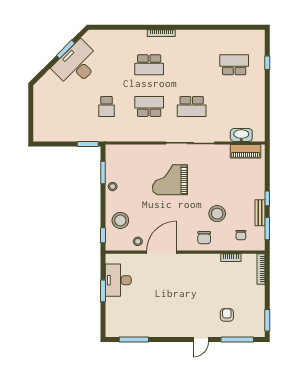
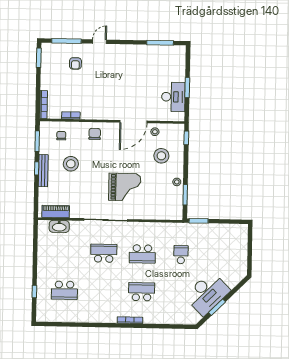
bench: (260, 213) -> (43, 171), moved, width x1.36
stool: (217, 214) -> (71, 164), moved
stool: (120, 220) -> (161, 156), moved

